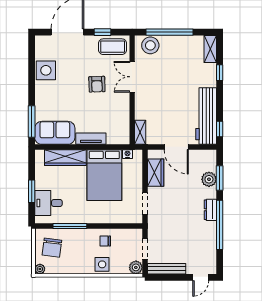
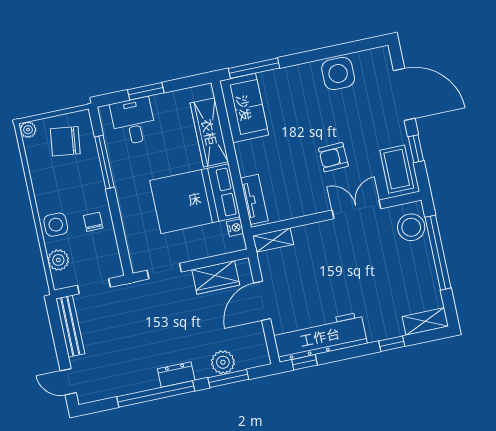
tv unit: (91, 139) -> (254, 199), moved
plant: (136, 267) -> (58, 260), moved

